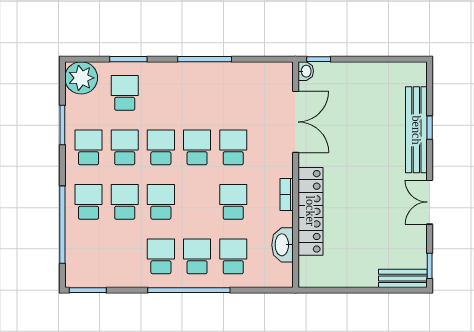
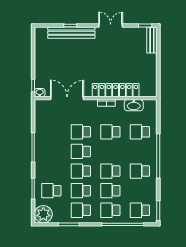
double door: (430, 202) -> (111, 25), swing flipped
school desk: (197, 256) -> (140, 210), moved

